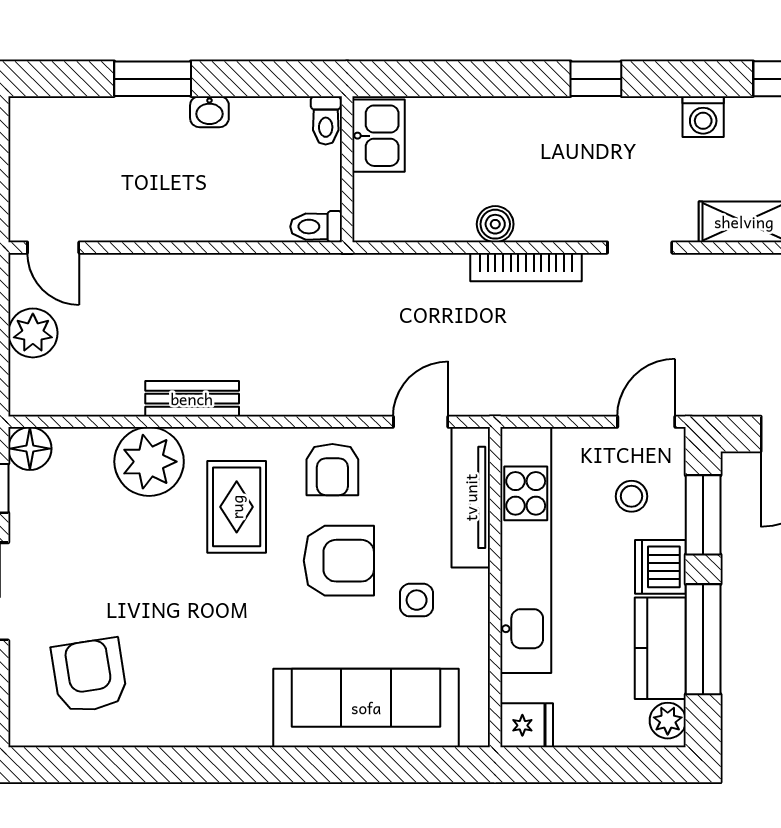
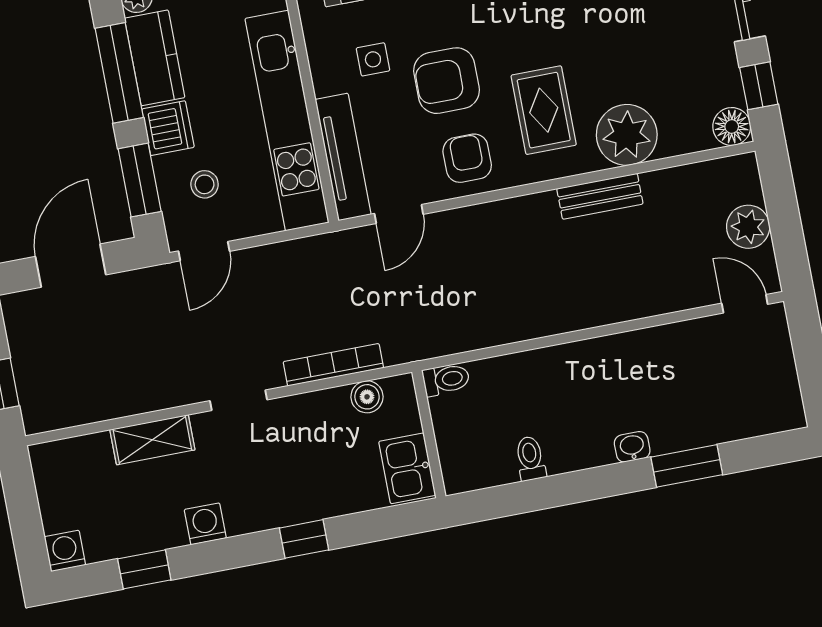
kitchen sink: (378, 136) -> (407, 468), moved
wall: (347, 169) -> (429, 434), moved
toilet: (316, 227) -> (446, 380), moved

